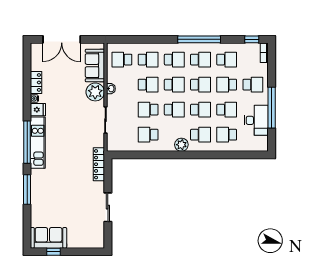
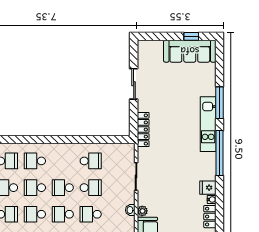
plant: (95, 92) -> (142, 211), width x0.53, depth x0.53
kitchen unit: (38, 143) -> (208, 124), moved
plant: (181, 145) -> (55, 150), removed
sofa: (49, 238) -> (190, 51), width x1.36

